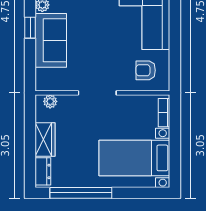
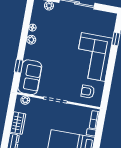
window: (30, 28) -> (19, 66), moved
sofa: (51, 40) -> (30, 77), moved

